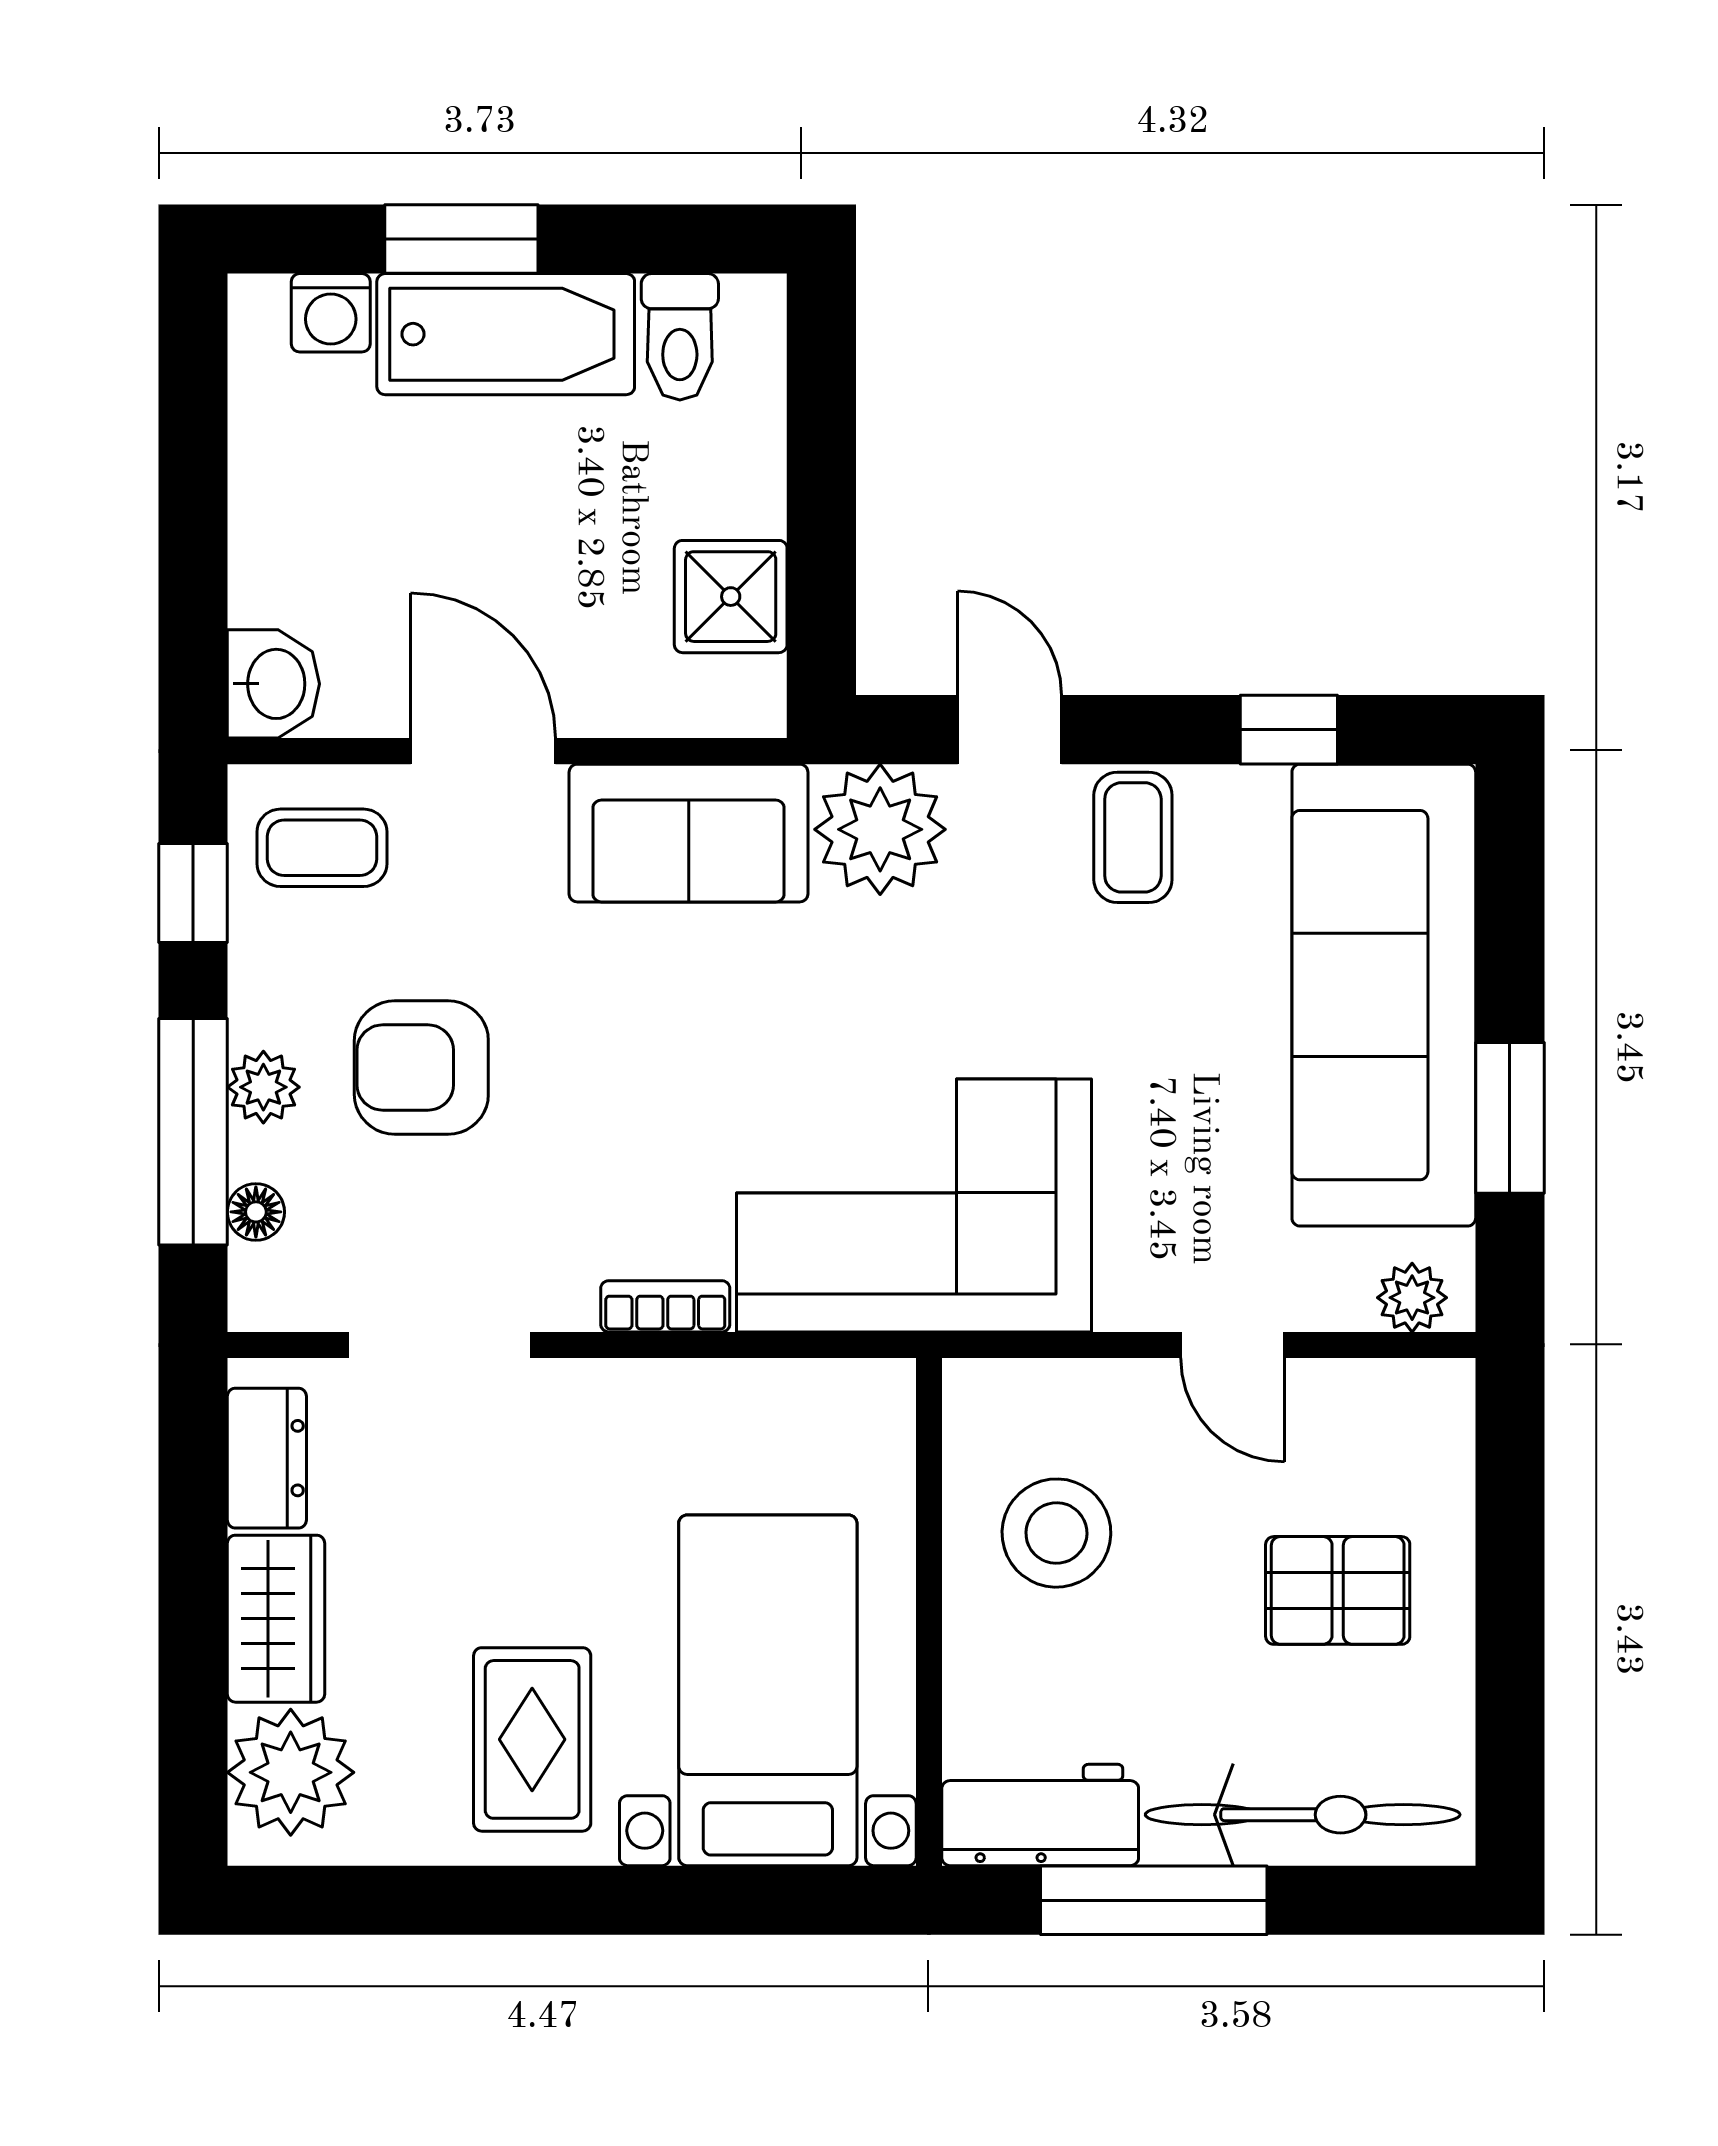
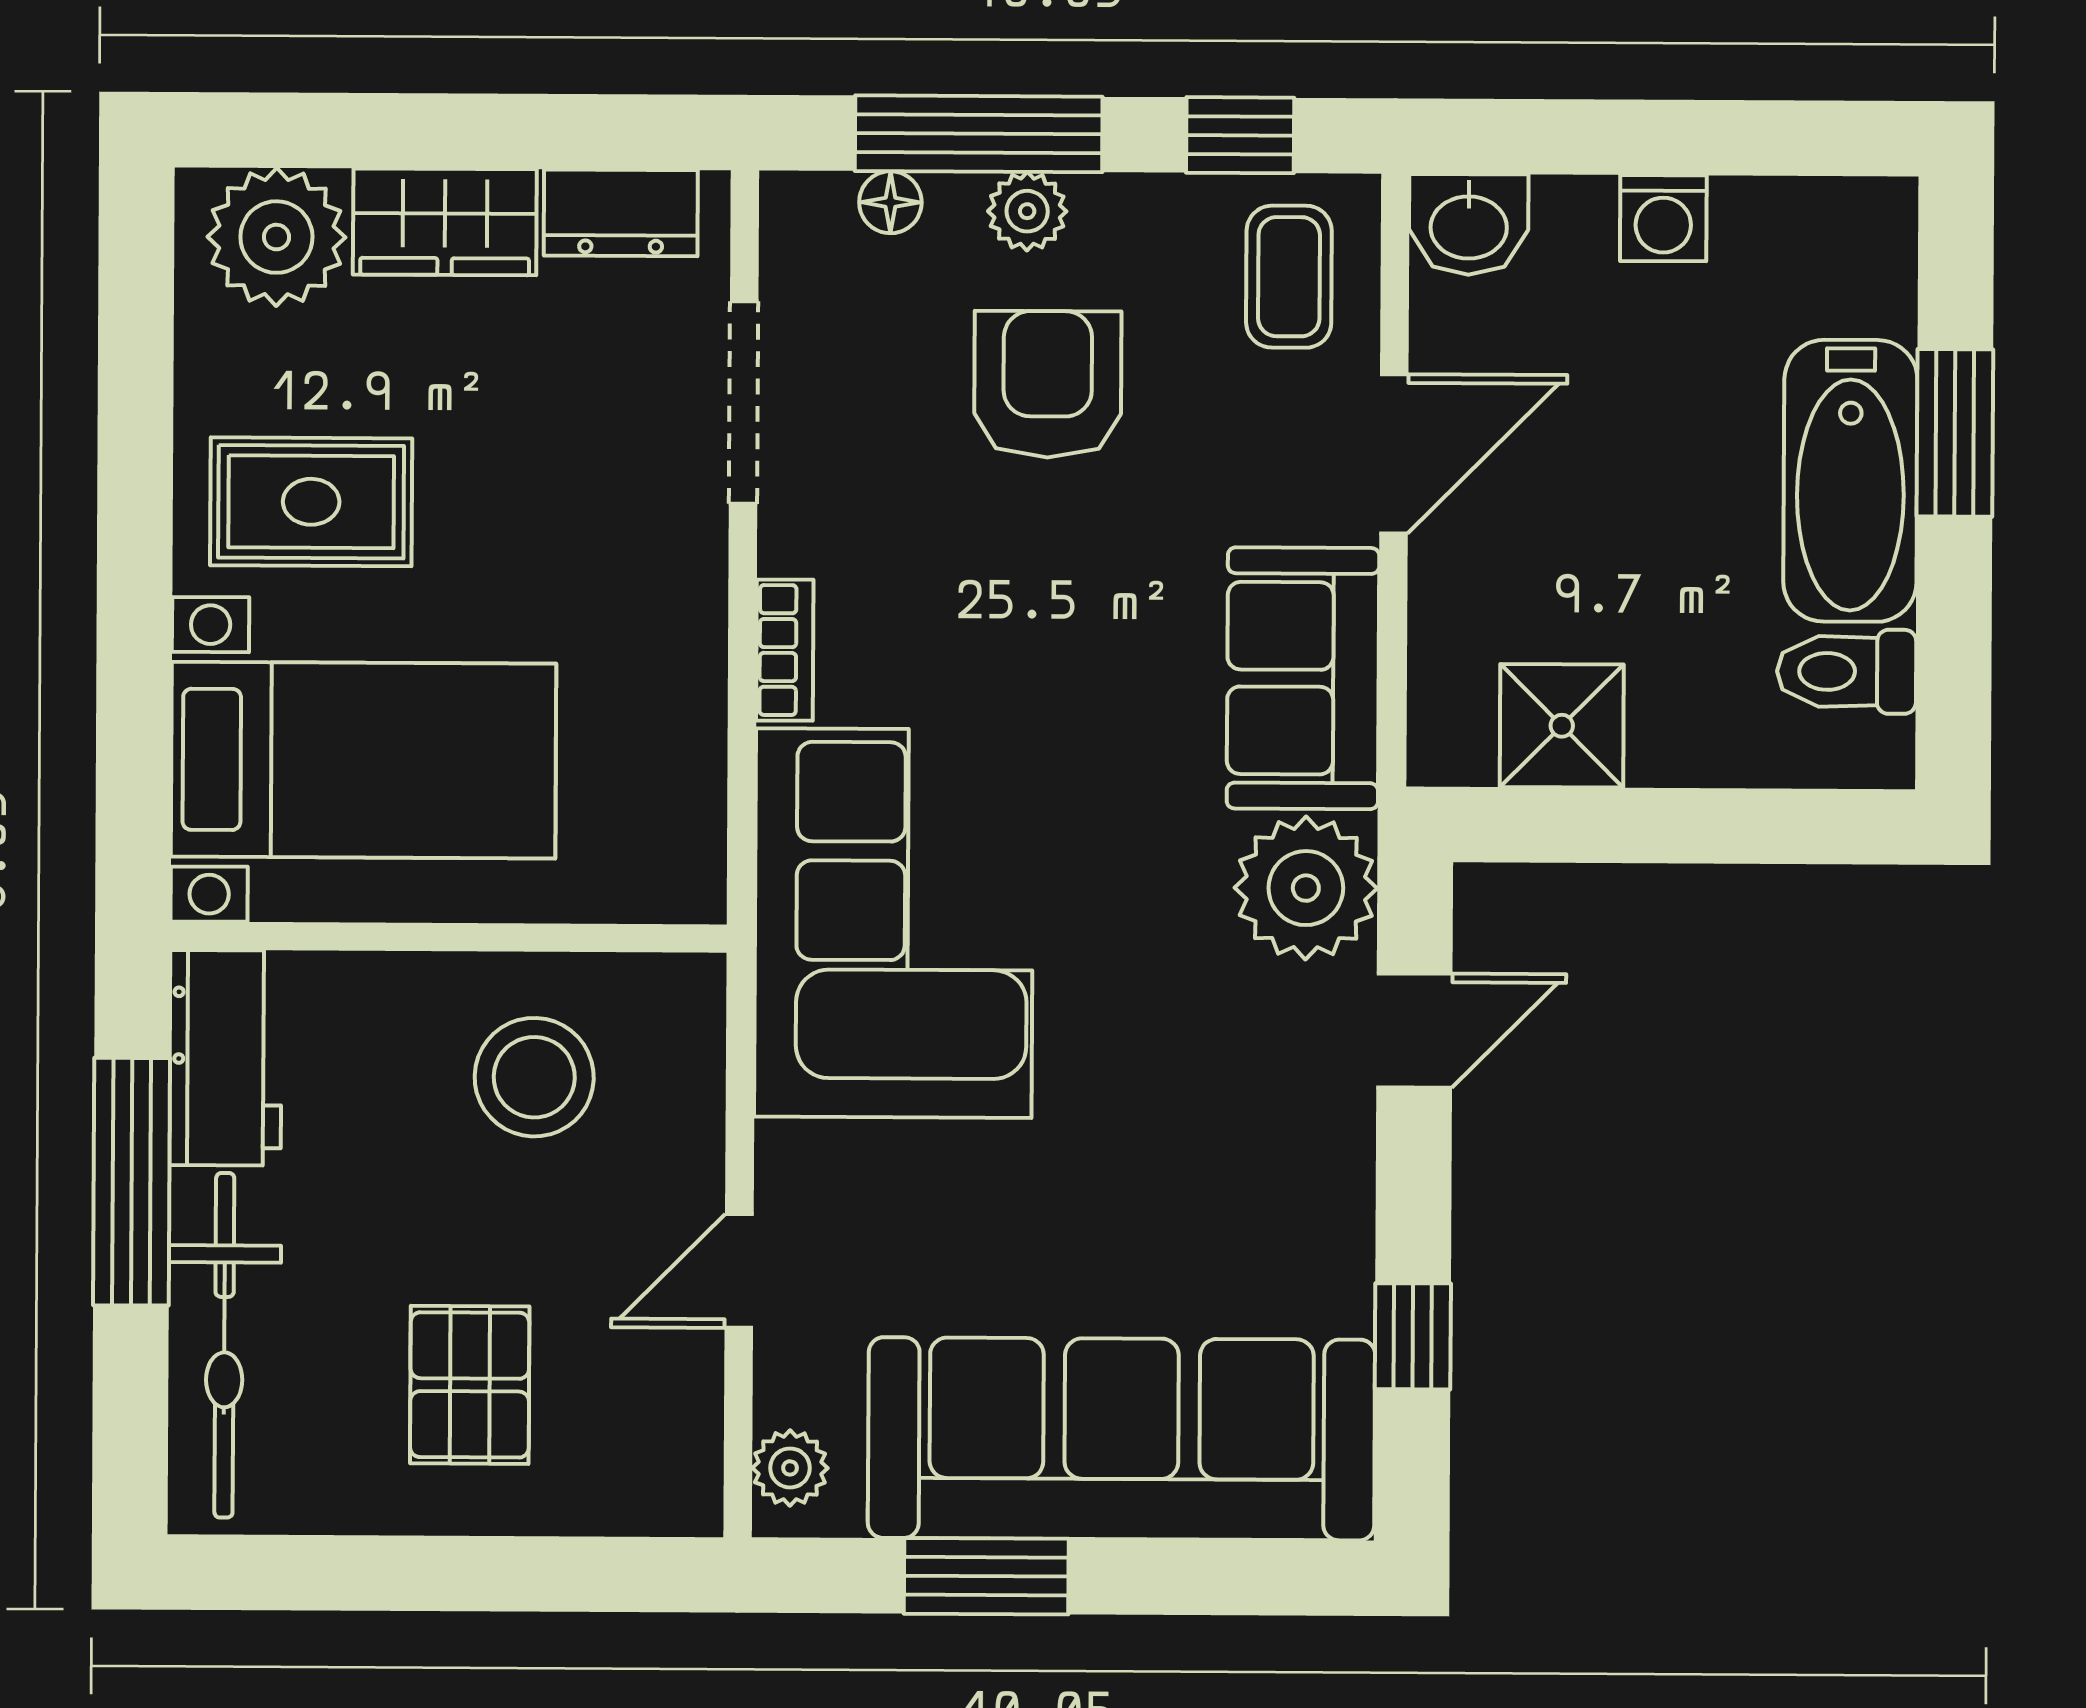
washing machine: (331, 313) -> (1663, 218), moved, turned -90
coffee table: (1133, 837) -> (1296, 1165), removed

